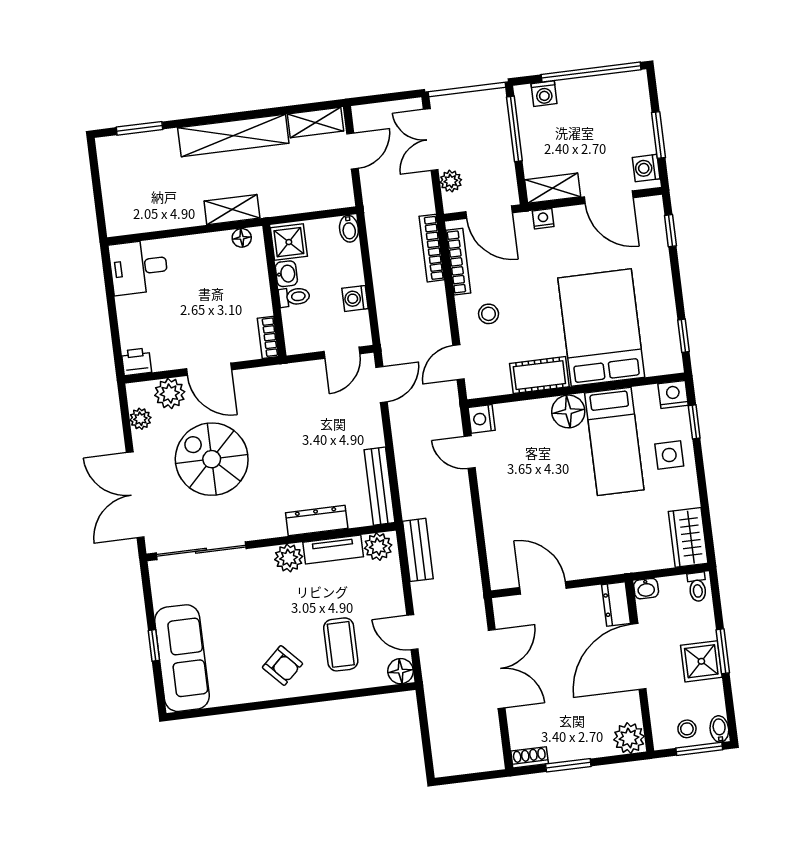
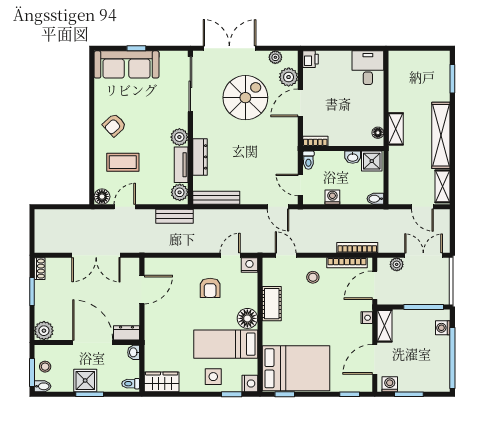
toilet: (294, 297) -> (308, 160), moved
bed: (601, 328) -> (296, 368), moved
armchair: (526, 478) -> (210, 288), added

